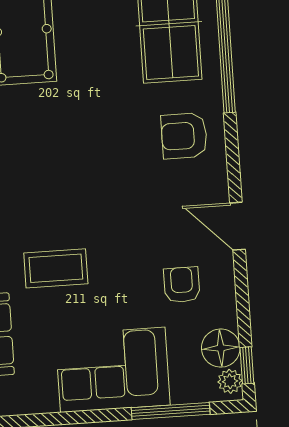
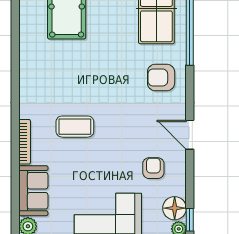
coffee table: (56, 268) -> (75, 127), moved

